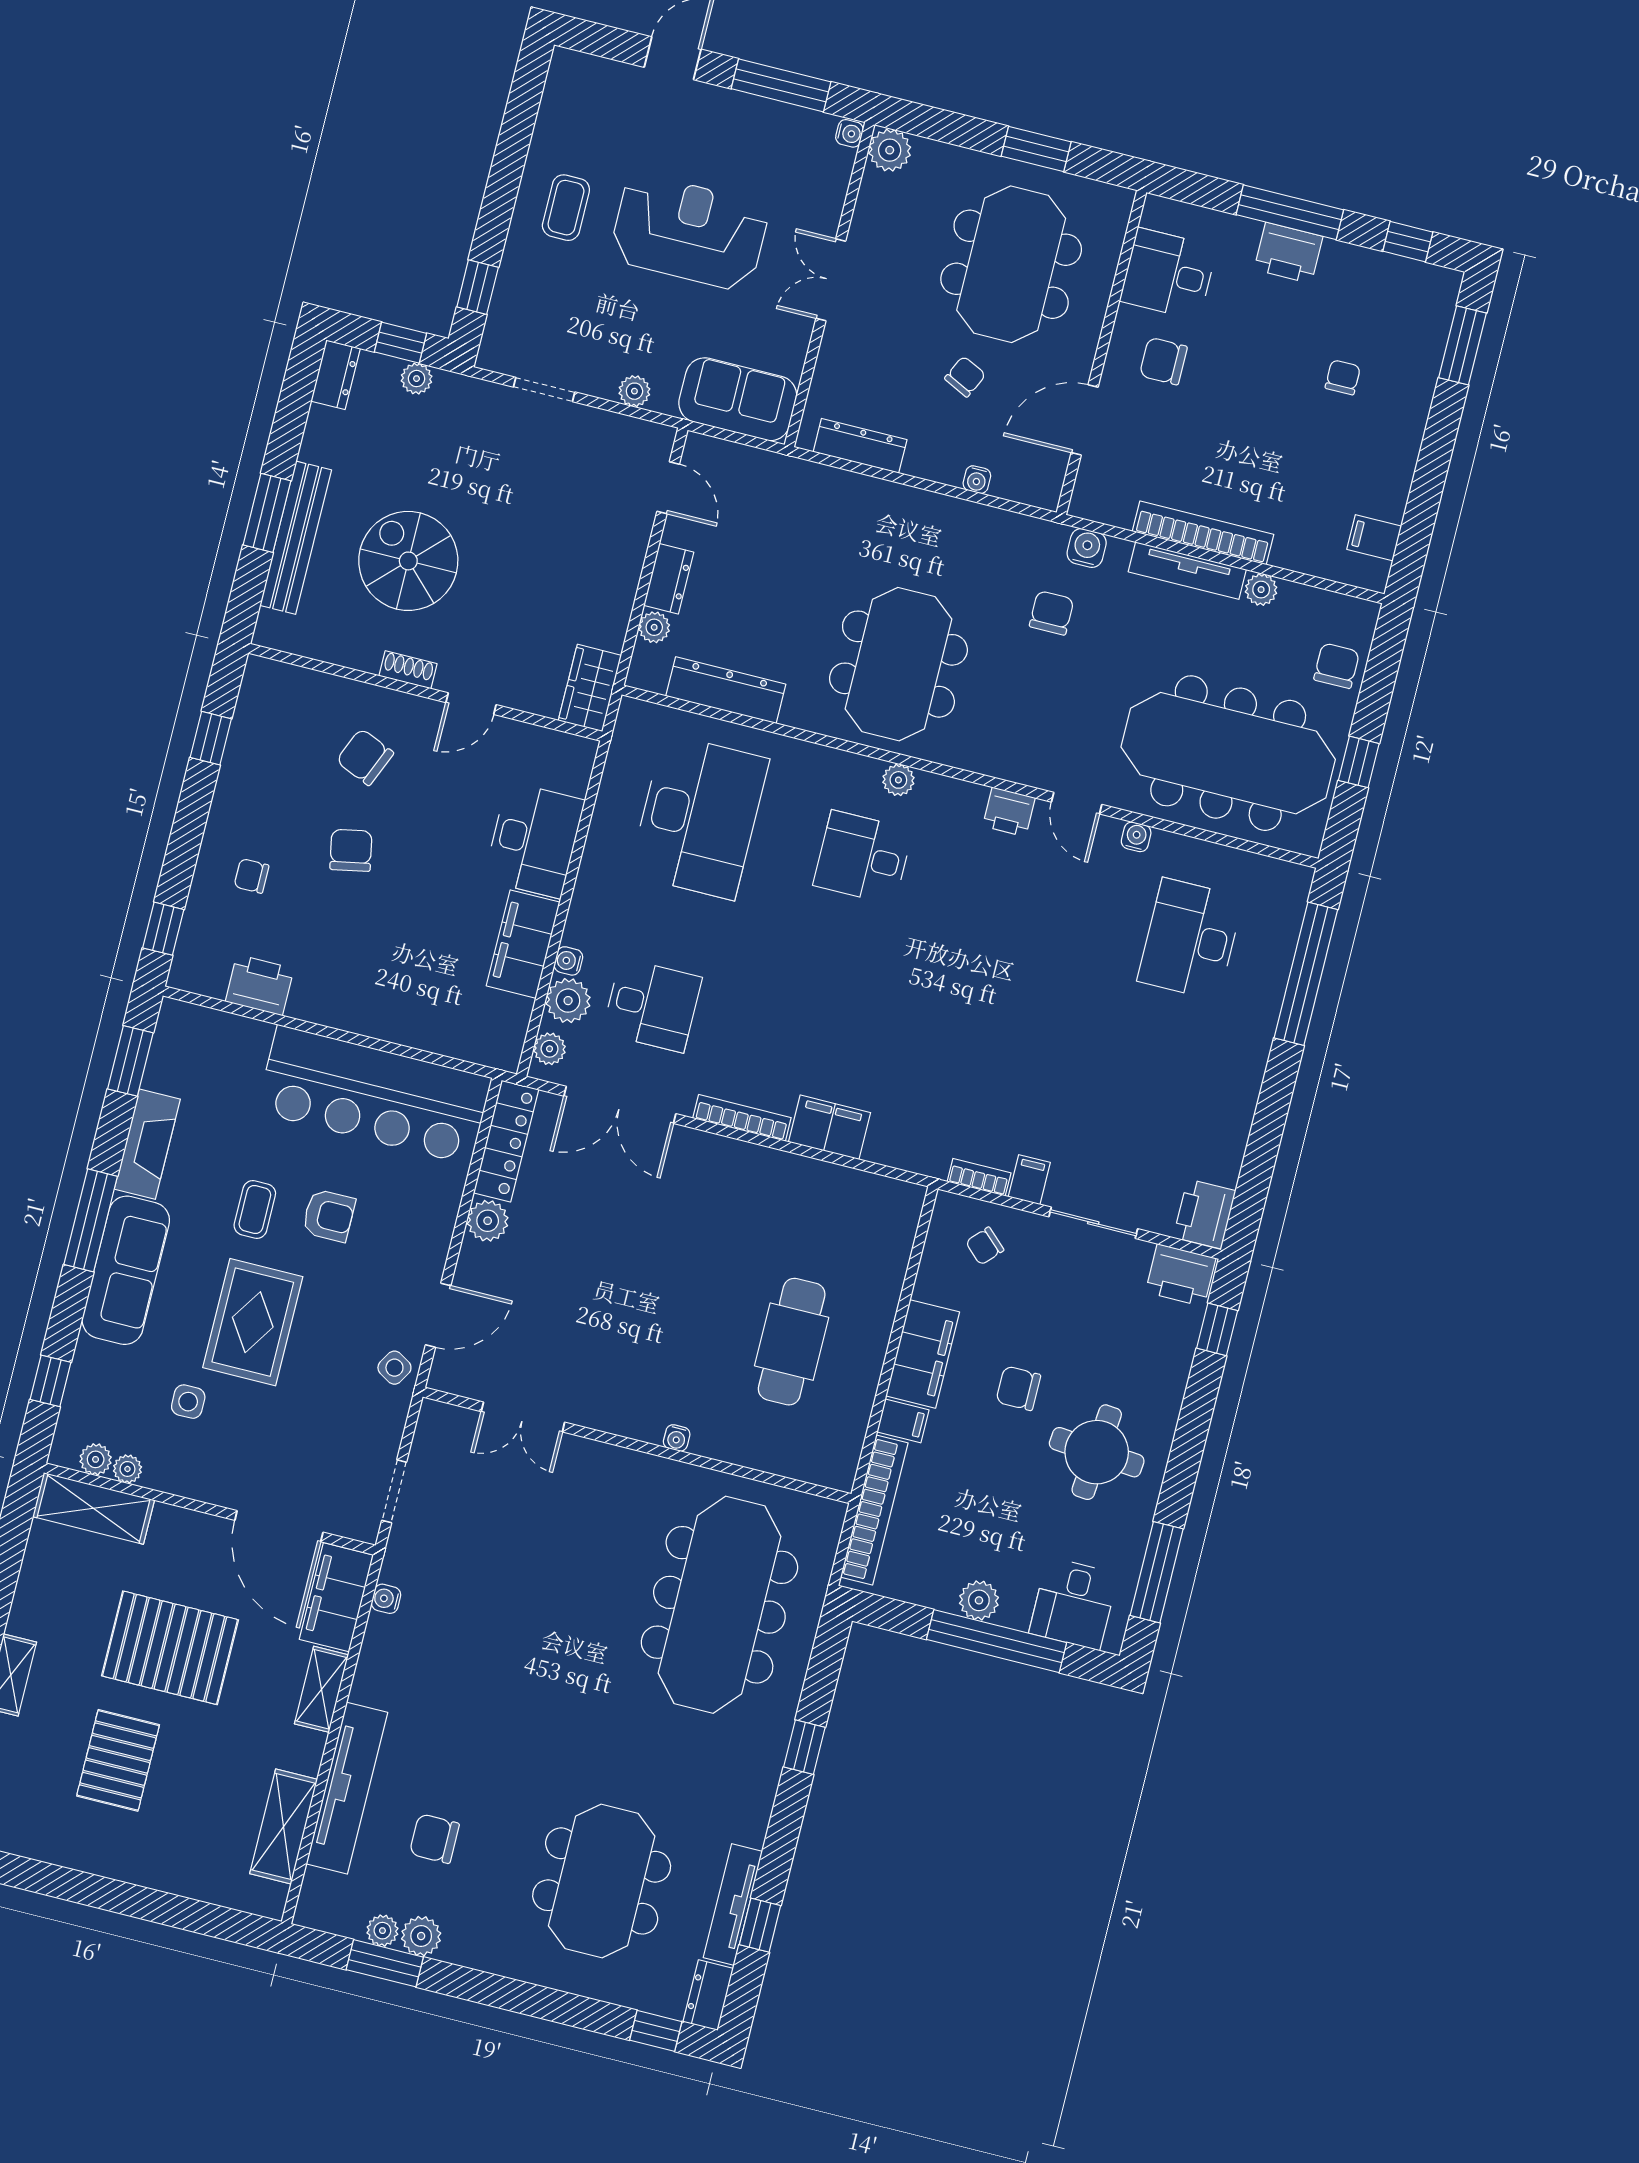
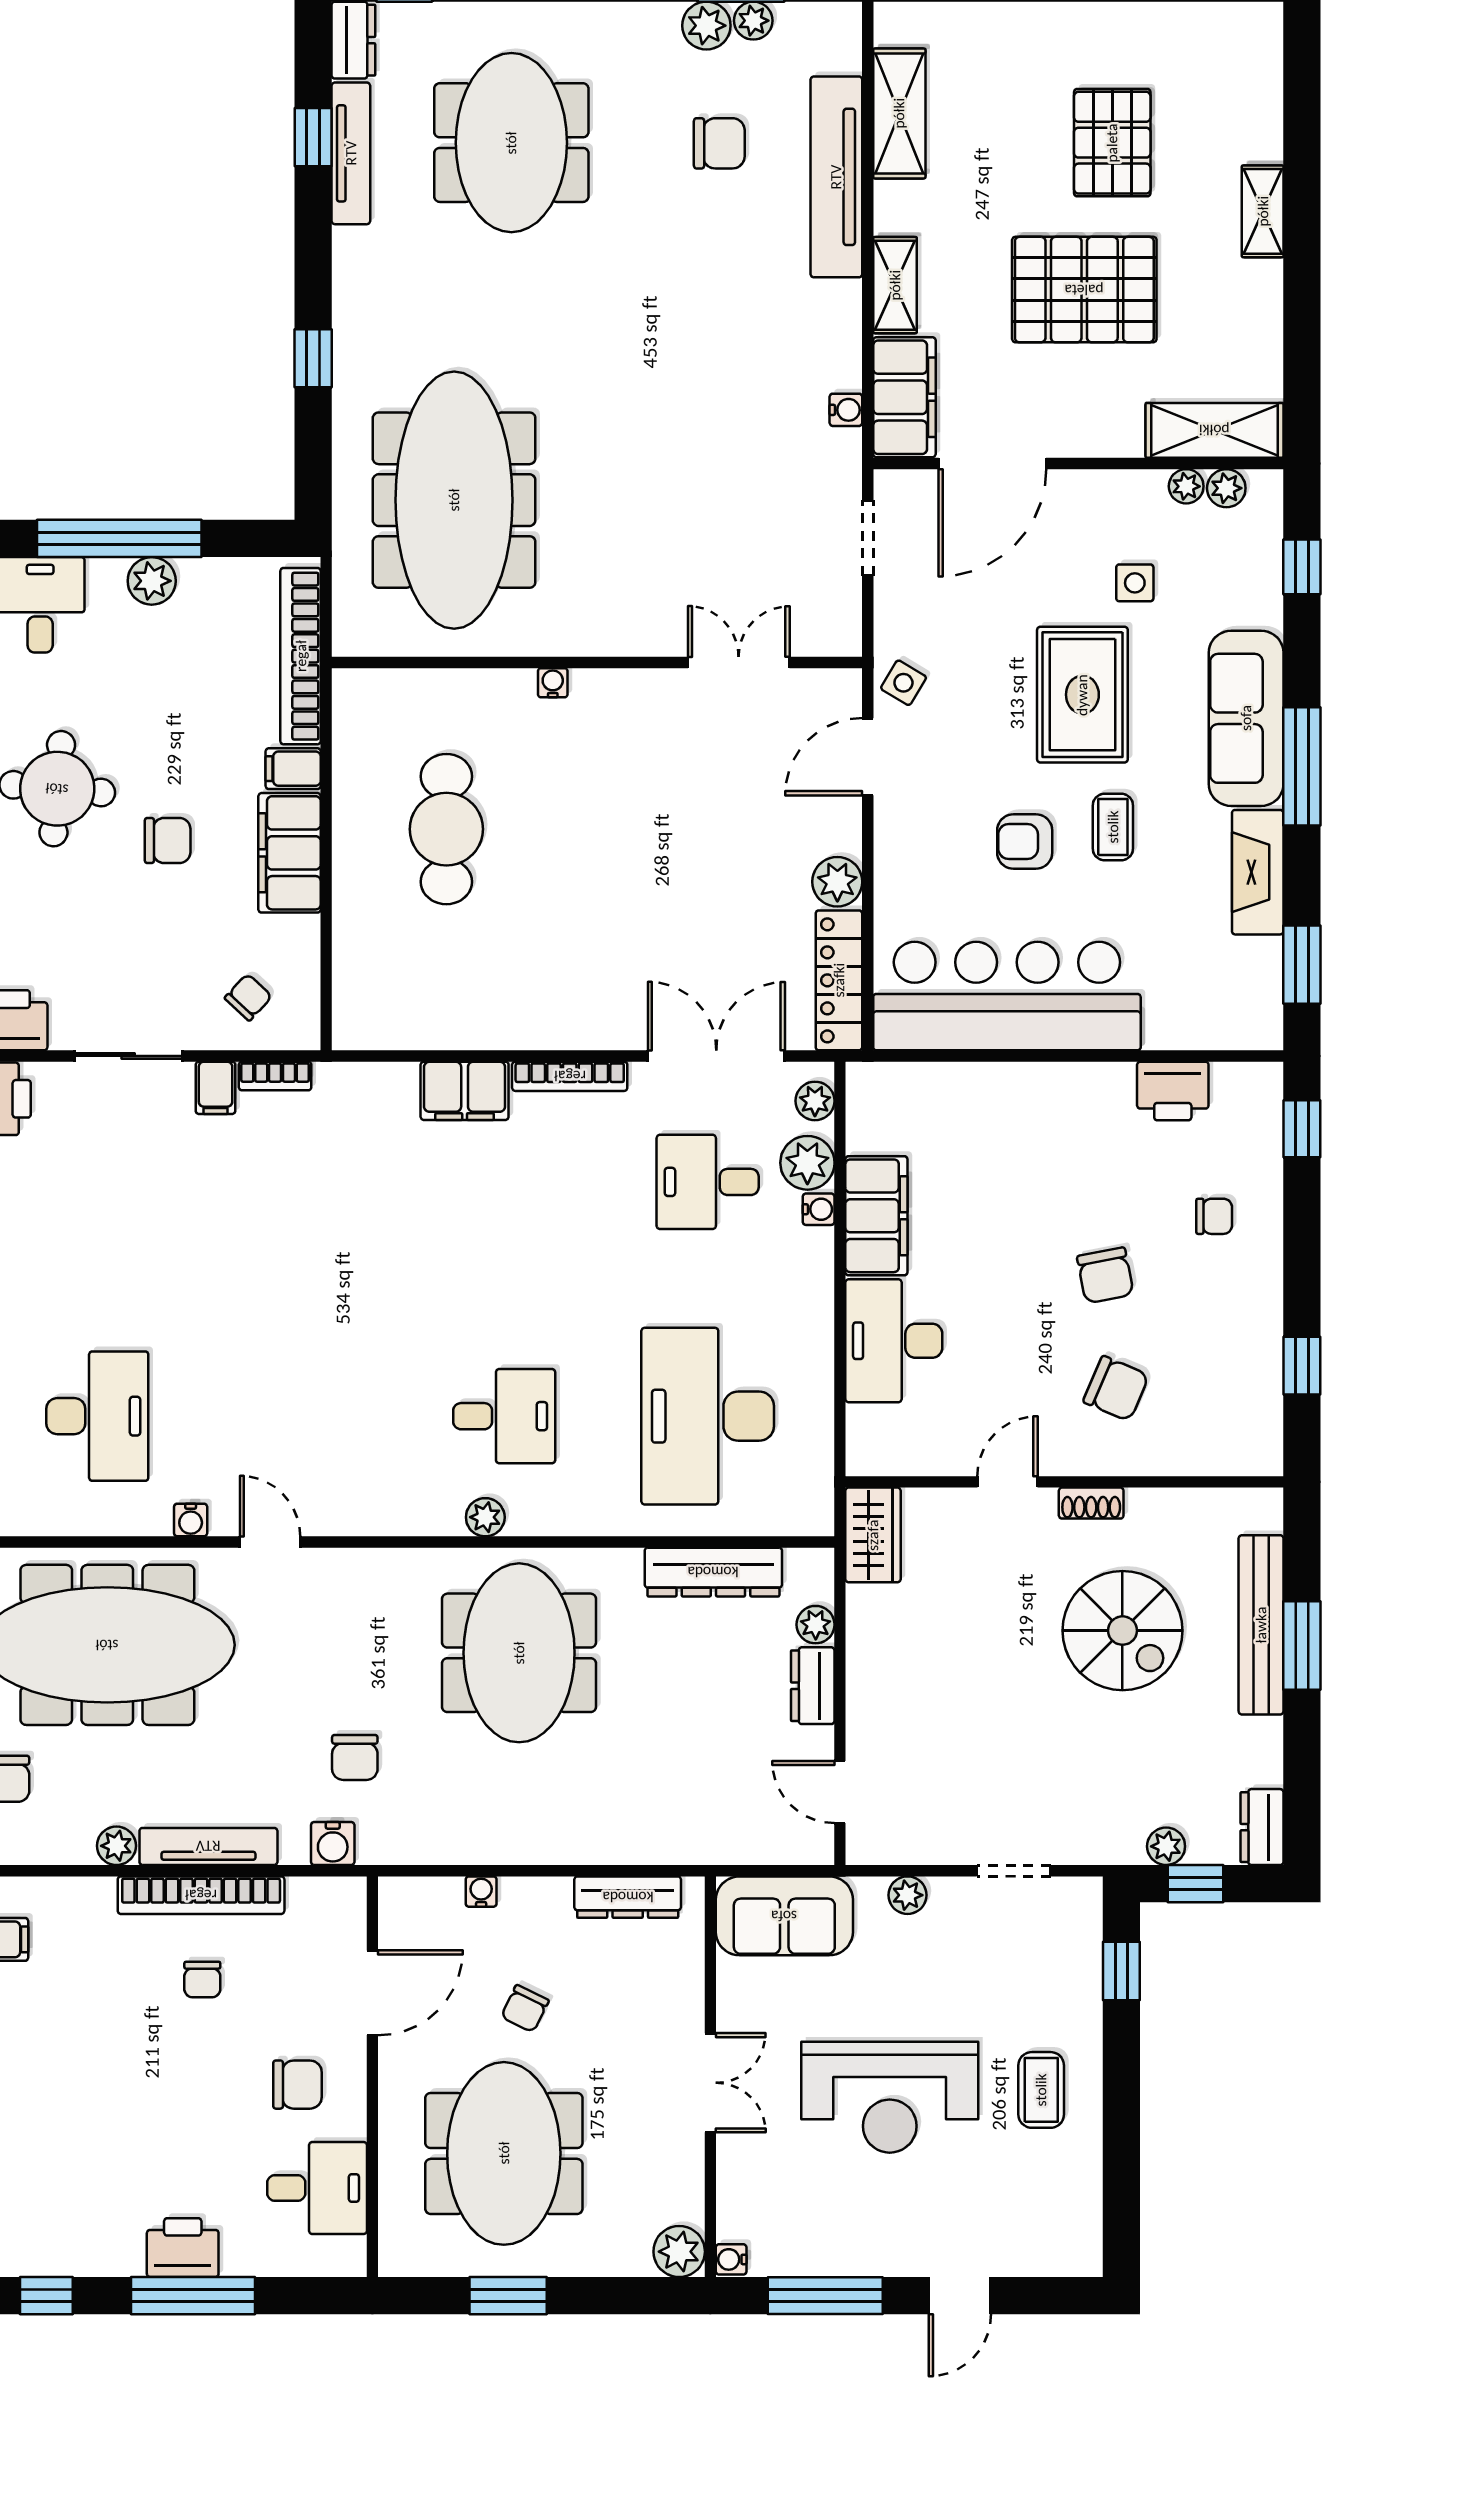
chair: (1343, 377) -> (202, 1980), moved
printer: (1009, 812) -> (347, 1512), removed
door: (279, 1526) -> (992, 463), swing flipped

